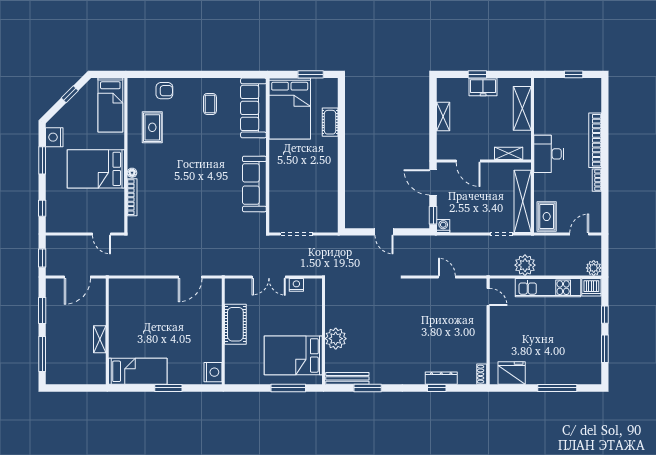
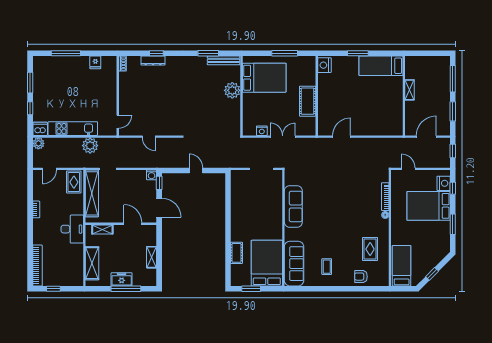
window: (477, 74) -> (126, 289), width x2.17
nightstand: (54, 137) -> (444, 183), moved
bookcase: (595, 140) -> (37, 266), moved
bed: (96, 169) -> (429, 206), moved, turned 180
door: (488, 297) -> (118, 122), swing flipped
fridge: (512, 373) -> (95, 62), width x0.53, depth x0.75
window: (288, 388) -> (285, 53), moved

